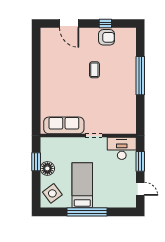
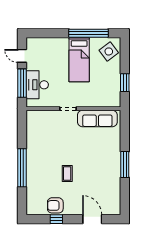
window: (36, 79) -> (125, 164), added
desk: (122, 148) -> (37, 85), moved, turned 90
window: (140, 161) -> (22, 83), width x1.44
floor lamp: (47, 168) -> (114, 76), removed
window: (87, 212) -> (88, 33), moved

